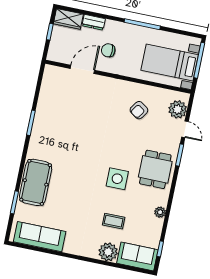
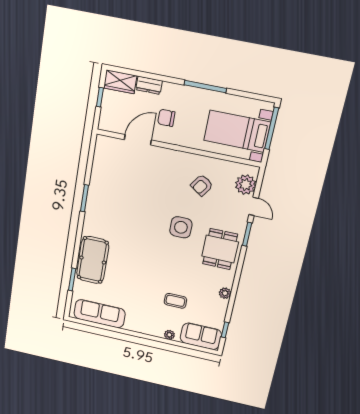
side table: (117, 179) -> (181, 227), moved
plant: (108, 252) -> (169, 335), width x0.53, depth x0.53

